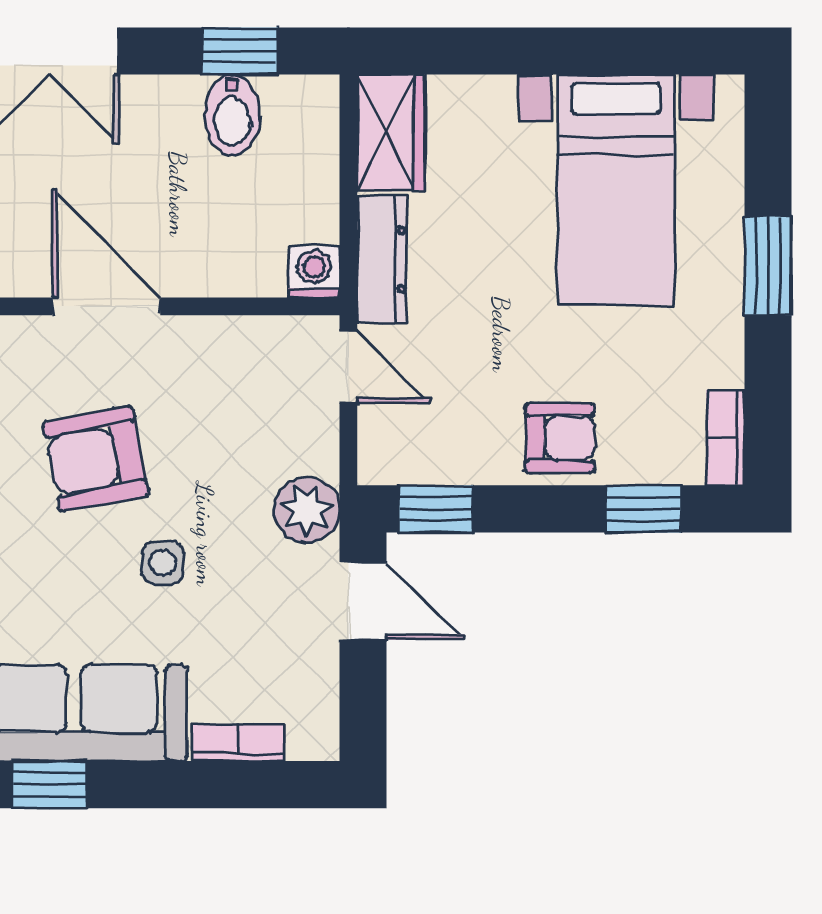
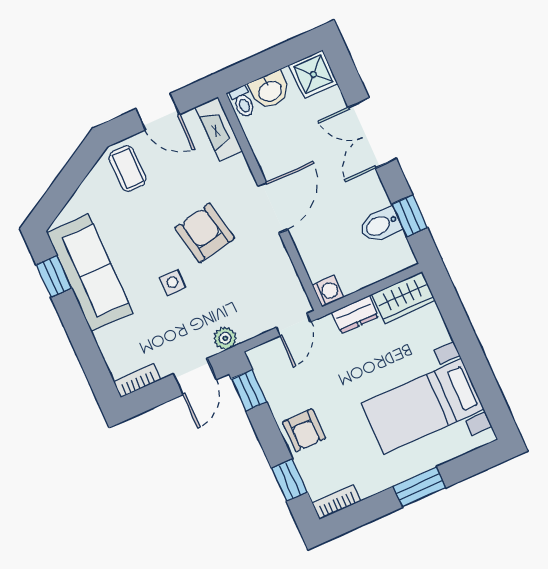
dresser: (382, 260) -> (355, 315), width x0.70
plant: (307, 510) -> (225, 338), width x0.73, depth x0.73
bookcase: (238, 743) -> (137, 381), moved, turned -90

